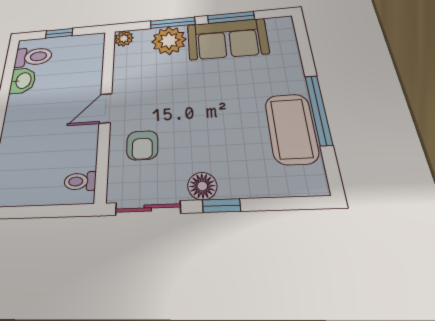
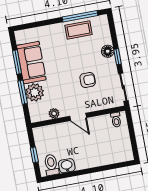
plant: (124, 39) -> (54, 113), moved
window: (319, 110) -> (80, 16), moved
coffee table: (291, 128) -> (78, 30), width x0.73, depth x0.76
armchair: (142, 145) -> (88, 80), moved
floor lamp: (202, 186) -> (108, 51), moved

